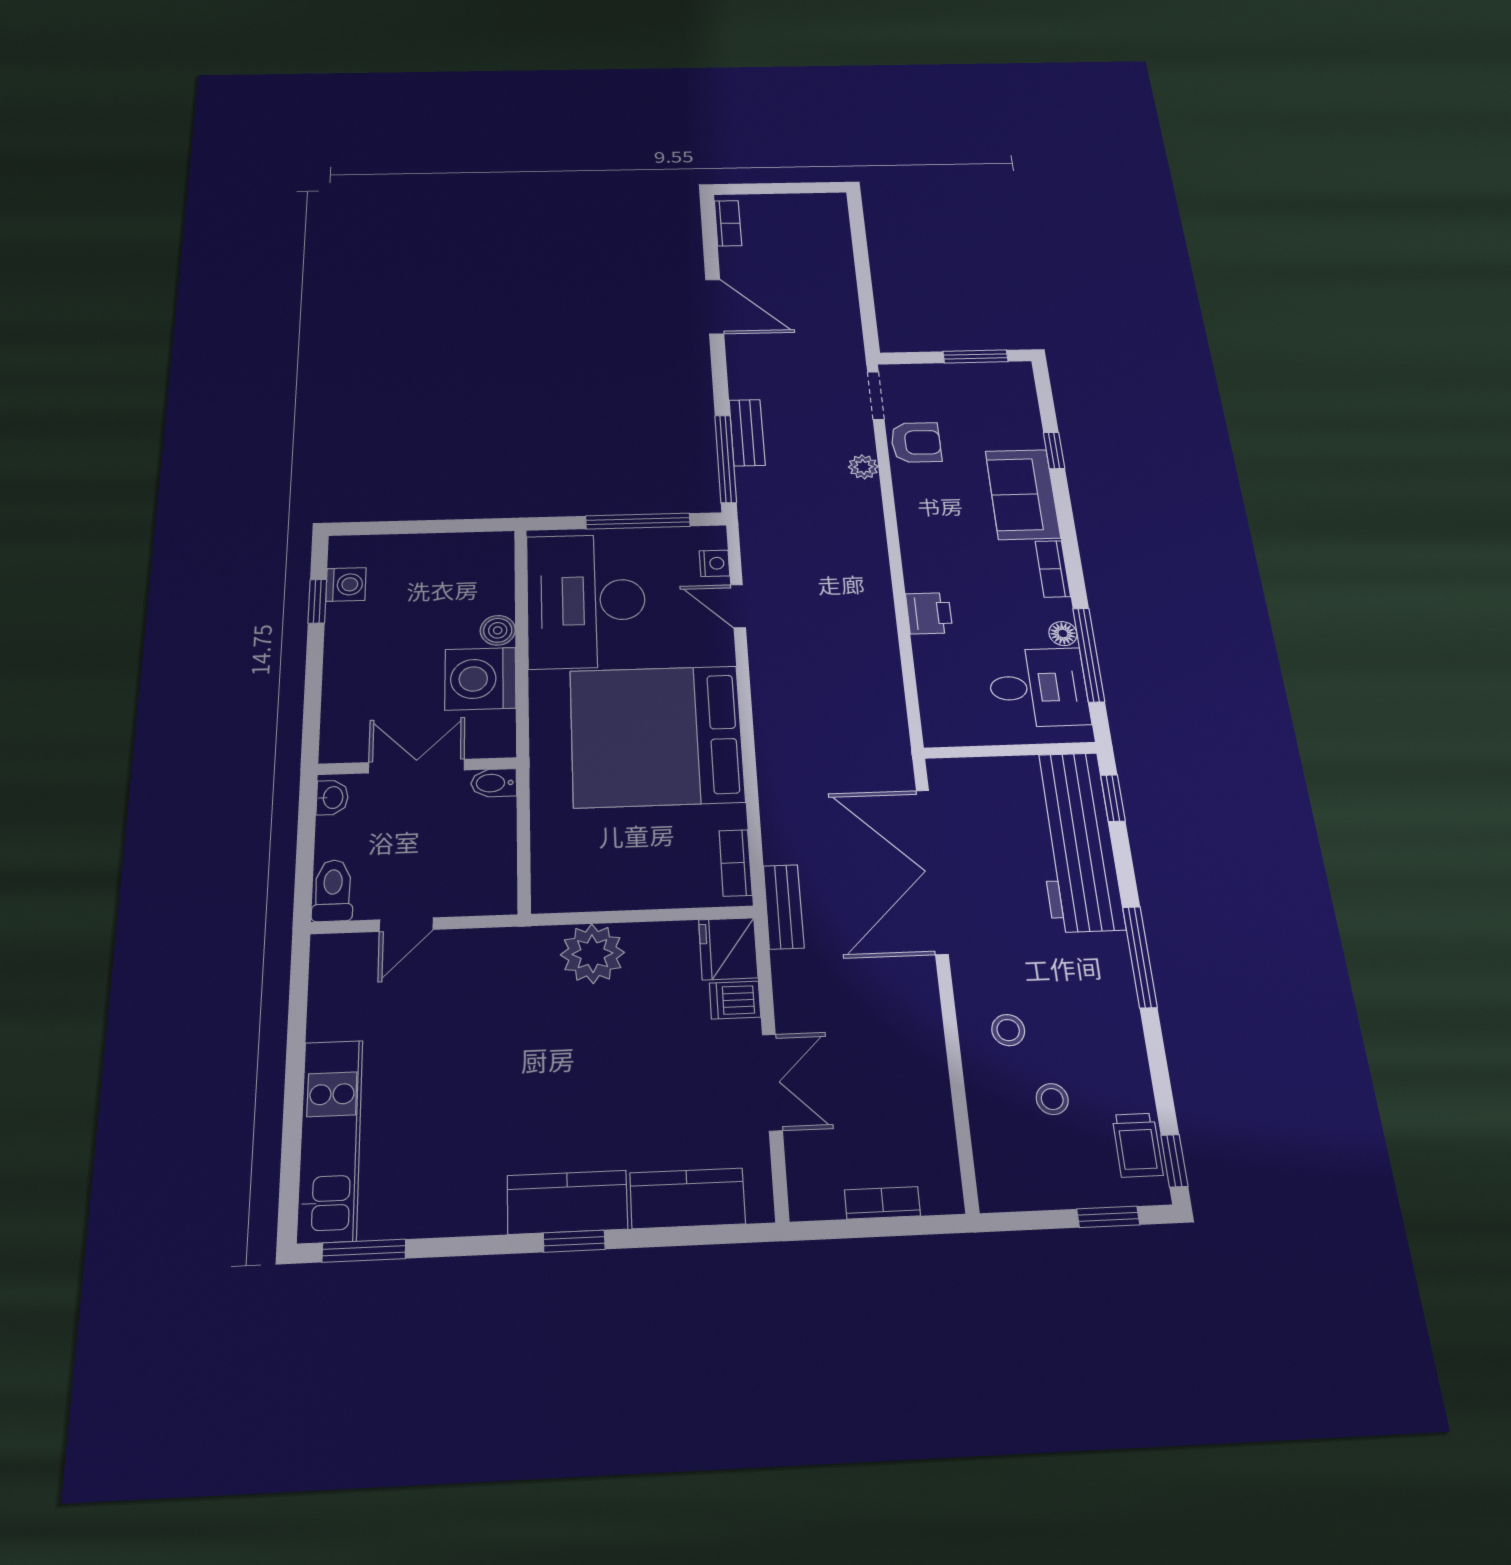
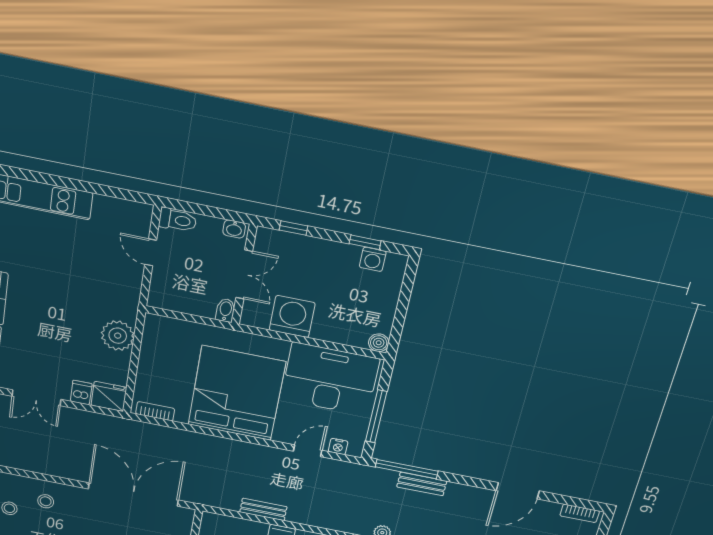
boiler: (498, 630) -> (379, 343), moved
window: (312, 708) -> (293, 228), added
bench: (784, 907) -> (263, 509), moved

